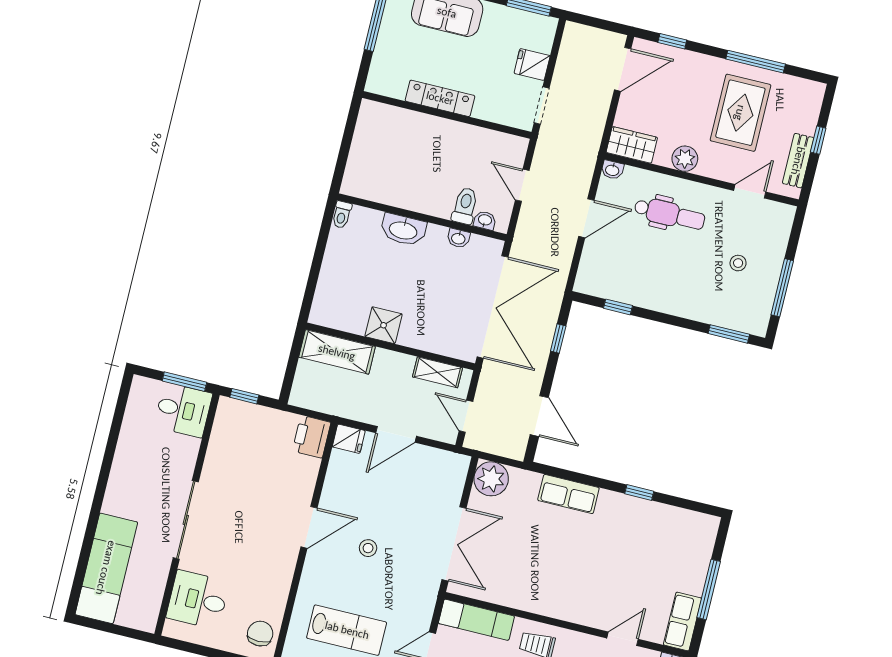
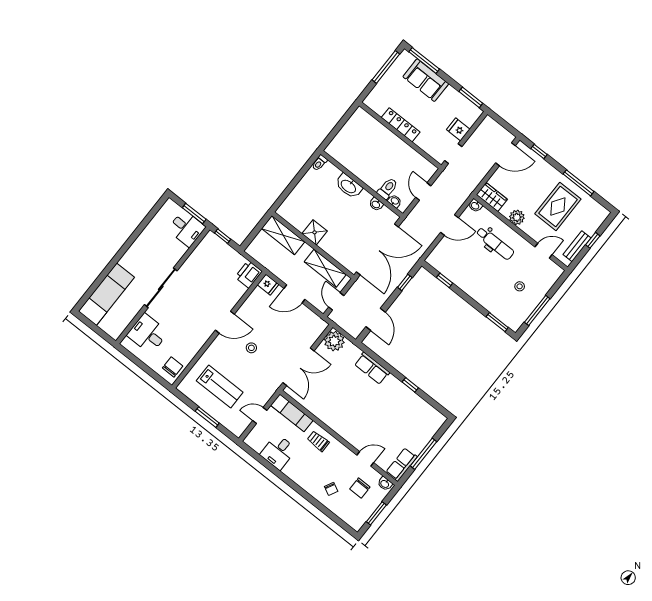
shelving: (437, 372) -> (325, 268), width x1.50, depth x1.33

